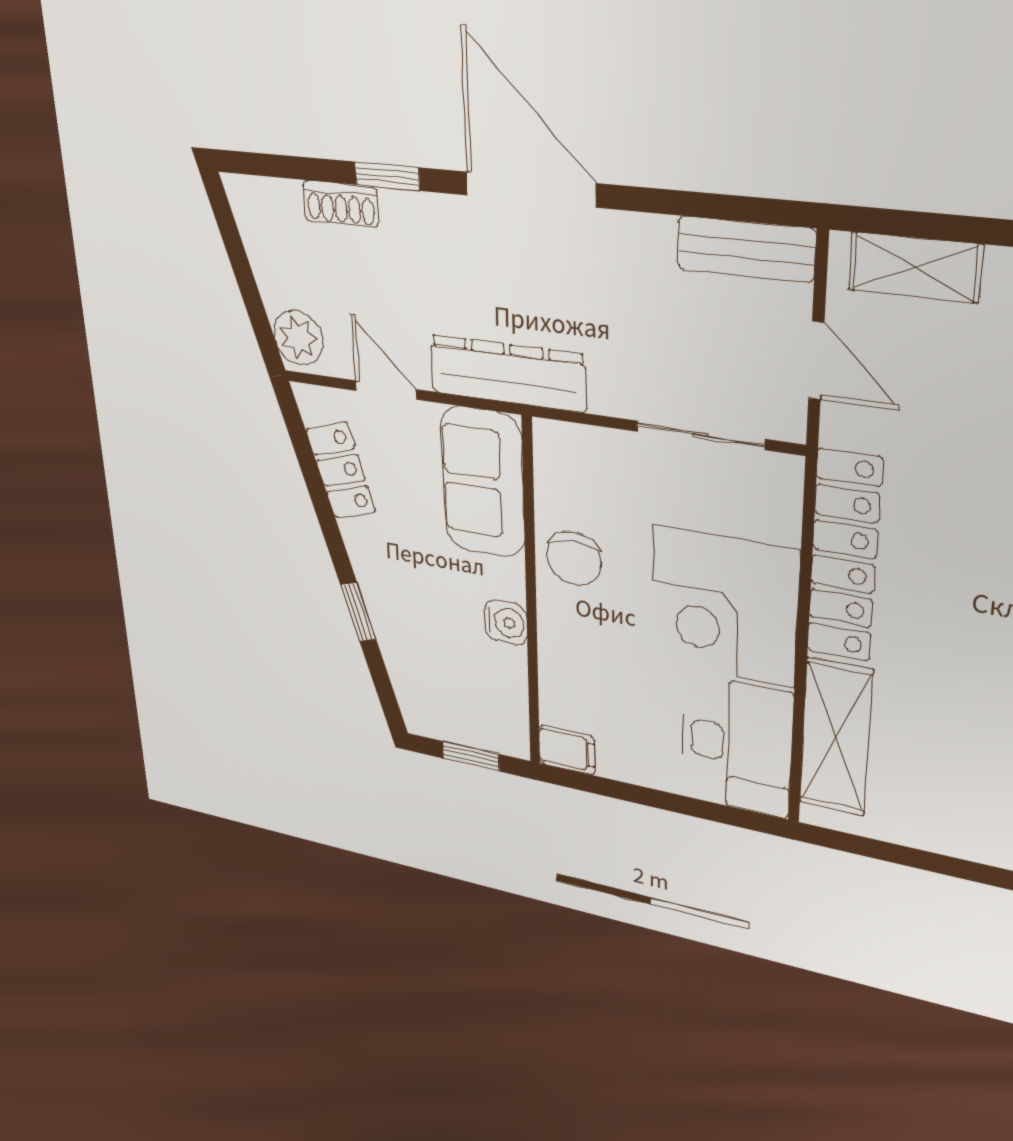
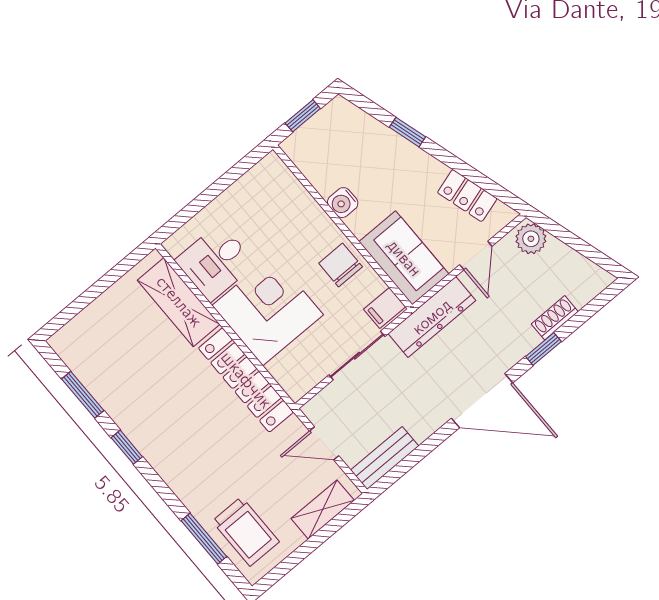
door: (386, 390) -> (476, 255), hinge flipped
sliding door: (700, 435) -> (357, 356), moved
desk: (736, 745) -> (215, 262), width x0.73
filing cabinet: (567, 750) -> (385, 308), moved

